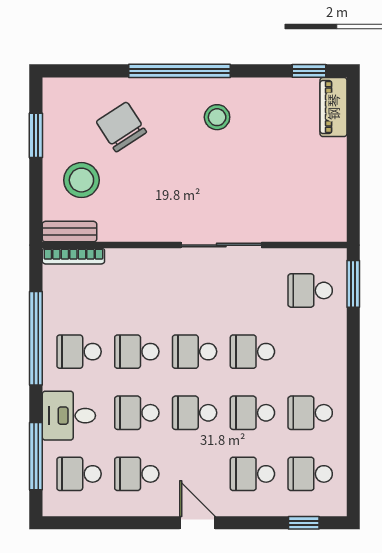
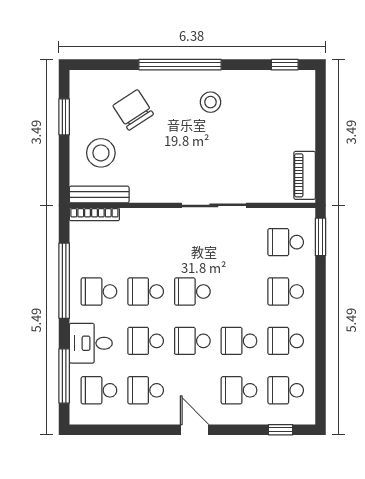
piano: (333, 107) -> (305, 175), moved
bench: (69, 232) -> (99, 195), width x1.36
school desk: (252, 352) -> (286, 292), moved

